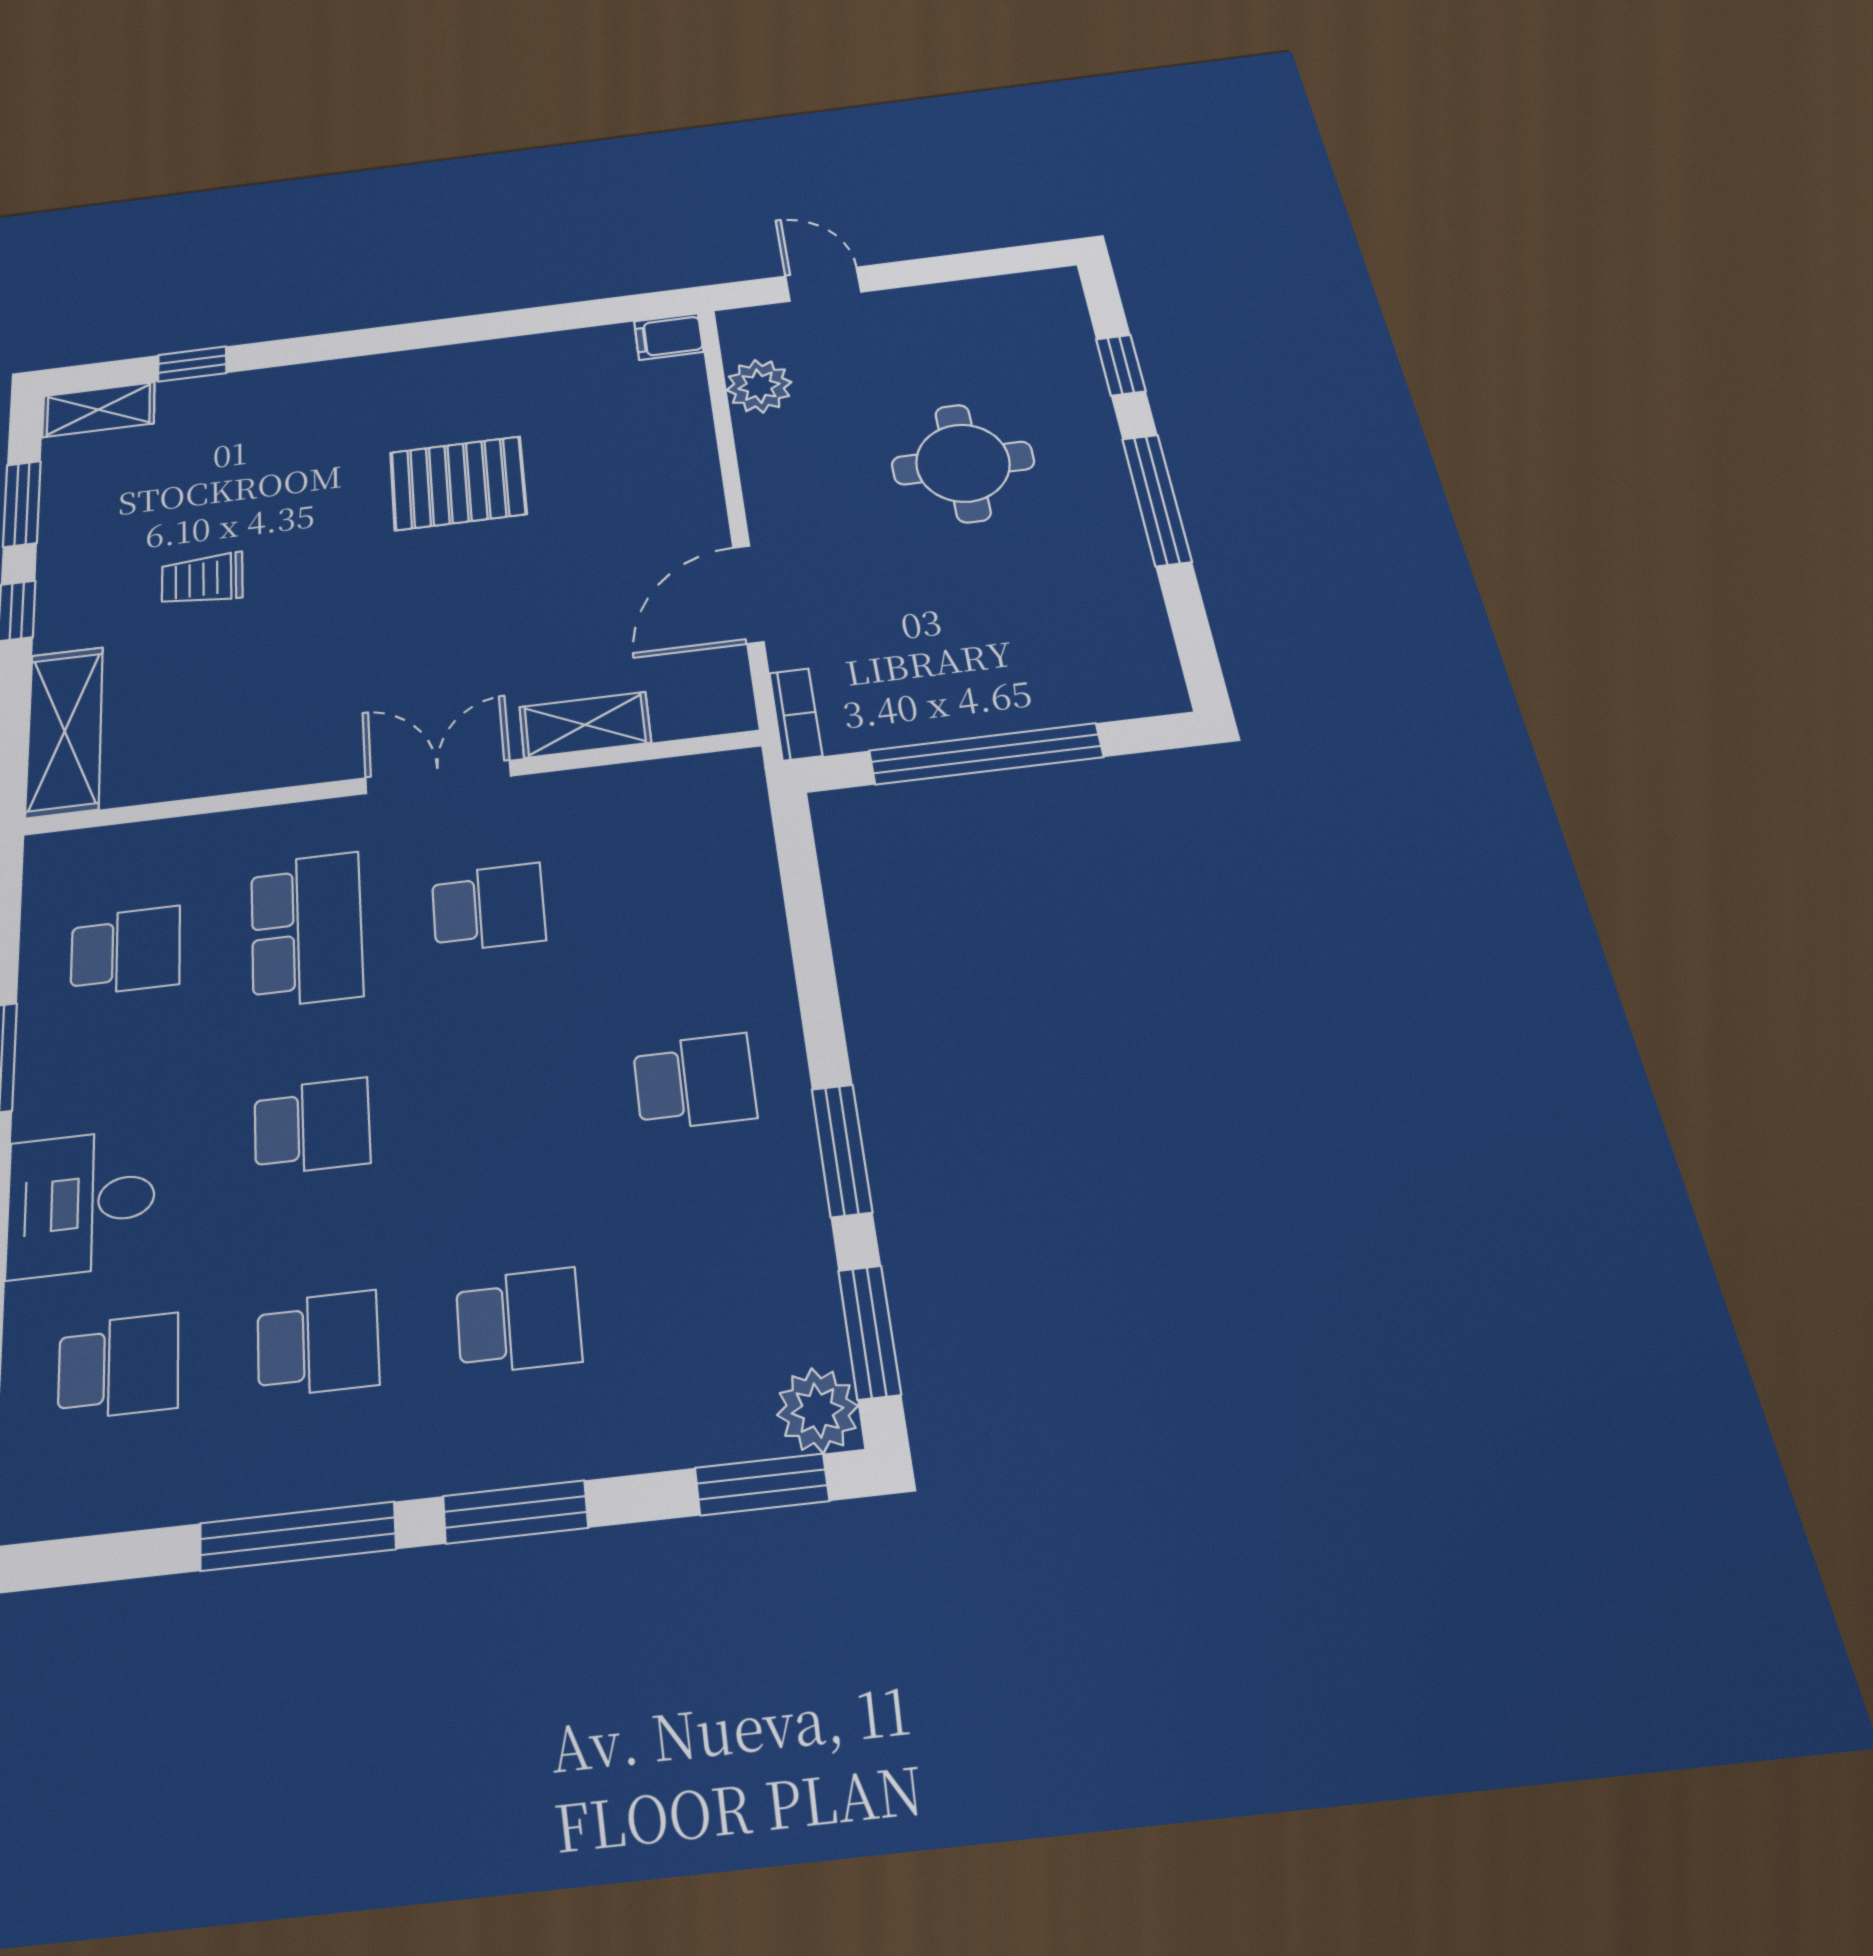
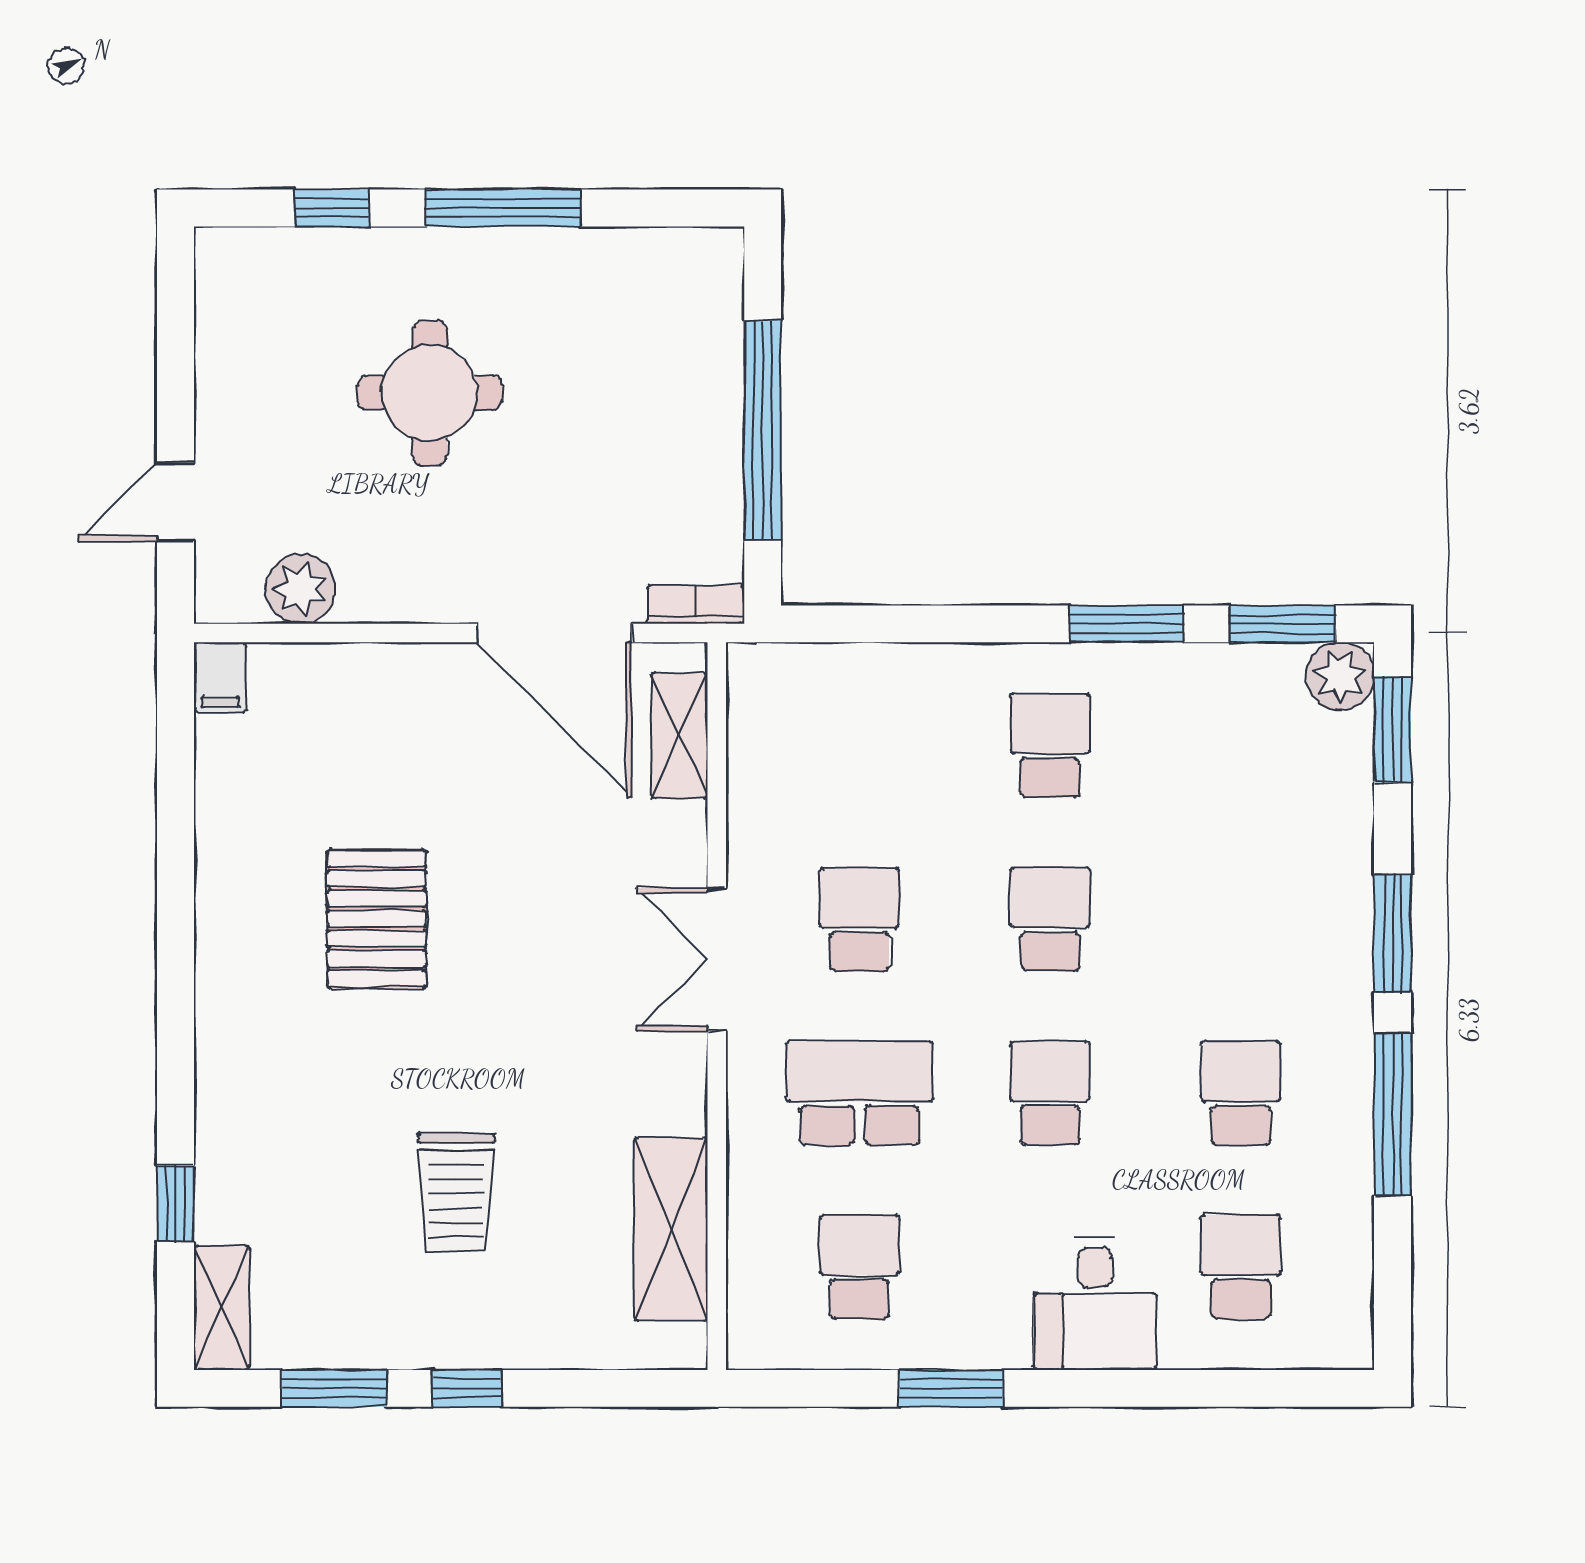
trolley: (202, 579) -> (456, 1193), width x1.36, depth x1.39
door: (748, 594) -> (554, 633), width x1.36
shelving: (585, 725) -> (679, 736), moved
shelving: (65, 731) -> (671, 1229), moved, turned 90
school desk: (519, 1321) -> (1050, 919), moved

